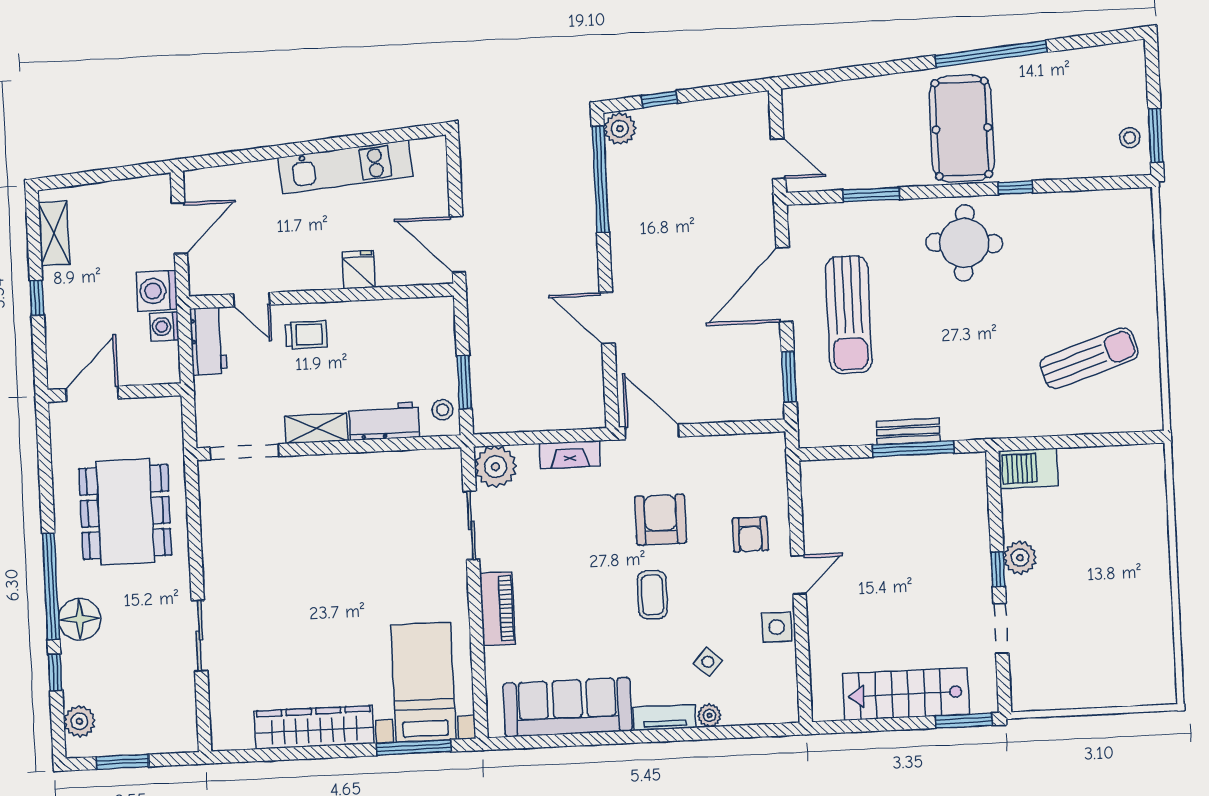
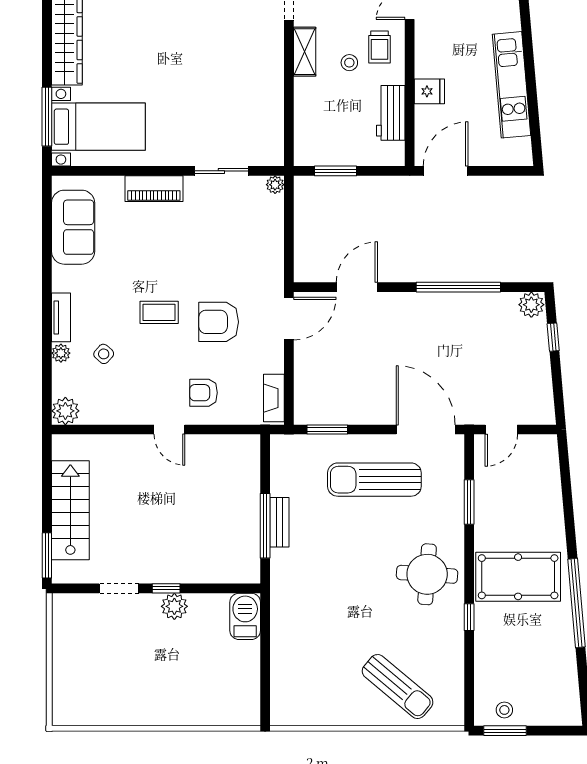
window: (600, 179) -> (458, 287), moved
door: (784, 285) -> (426, 430), moved
door: (607, 318) -> (357, 287), moved
sun lounger: (1089, 358) -> (398, 687), moved, turned -32
stool: (443, 410) -> (349, 63), moved
workbench: (384, 421) -> (391, 113), moved, turned 180
fireplace: (570, 455) -> (274, 398), moved
plant: (495, 467) -> (275, 185), width x0.53, depth x0.53
armchair: (661, 520) -> (219, 322), turned 180
side table: (777, 627) -> (129, 410), removed
plant: (782, 706) -> (65, 411), added
sofa: (568, 707) -> (73, 227), width x0.73

